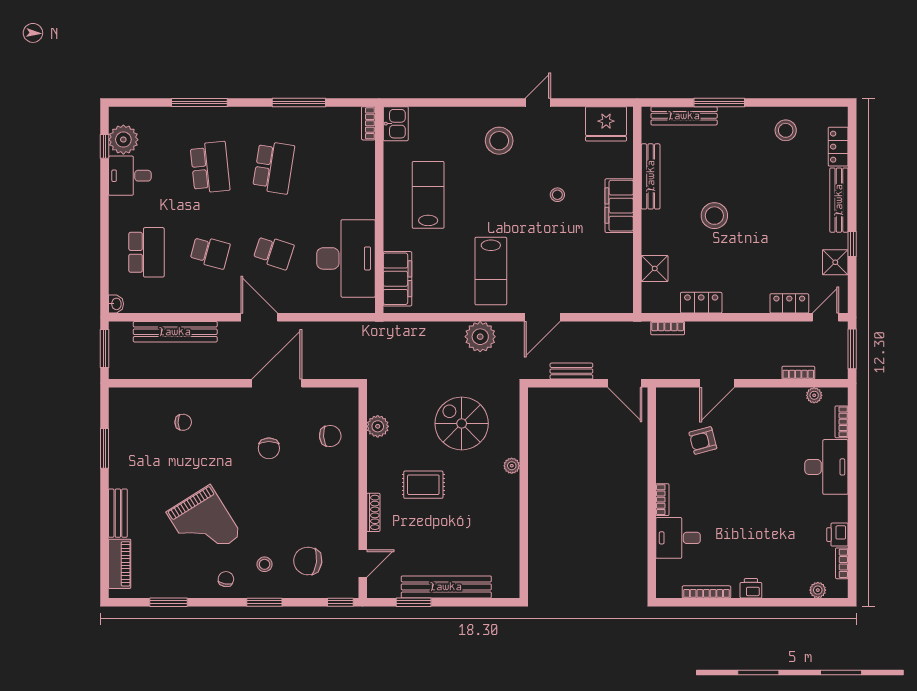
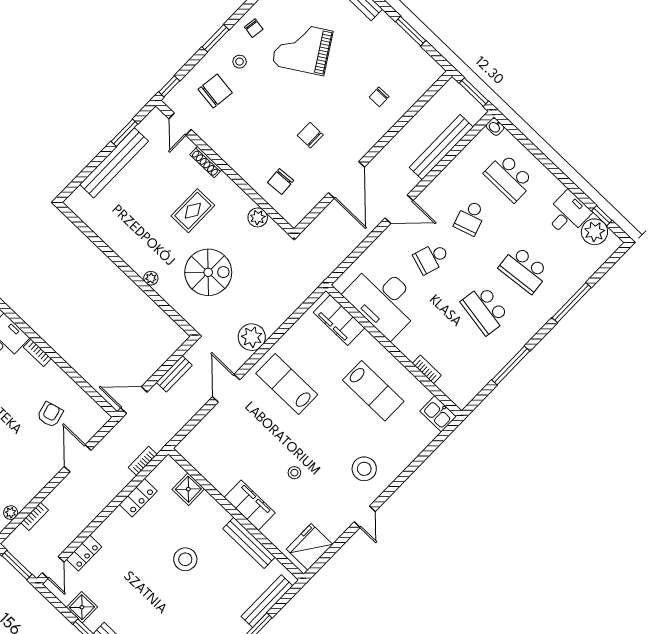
bookcase: (368, 123) -> (427, 369), moved
school desk: (210, 252) -> (470, 218), turned -33

